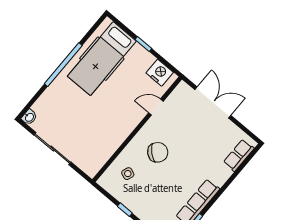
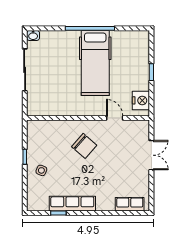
hospital bed: (102, 59) -> (95, 63), moved, turned -90
double door: (213, 102) -> (151, 155), width x0.73
side table: (128, 174) -> (41, 170), moved

